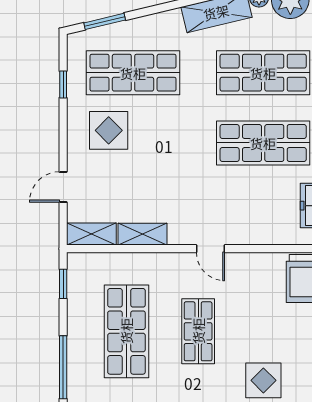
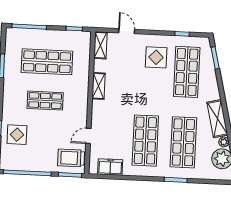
shelving: (142, 234) -> (98, 86), moved
door: (210, 249) -> (88, 136), moved

